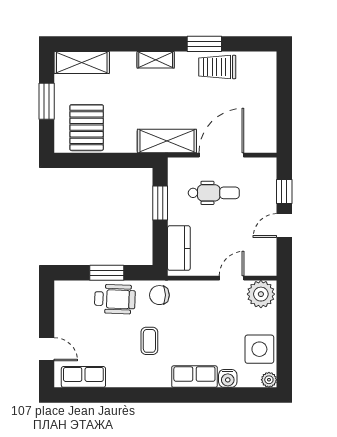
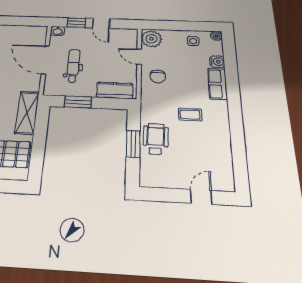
shelving: (167, 141) -> (27, 113), moved
washbasin: (269, 167) -> (58, 31), added
chair: (159, 295) -> (158, 76), moved
side table: (259, 349) -> (193, 41), width x0.54, depth x0.54
row of seats: (83, 377) -> (224, 167), removed

